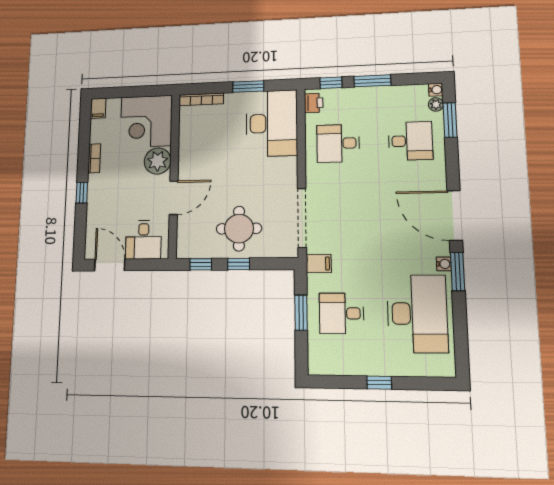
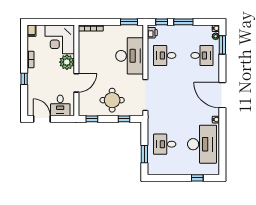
window: (248, 86) -> (129, 22), moved
desk: (272, 123) -> (130, 56), moved
window: (239, 264) -> (124, 119), moved
filing cabinet: (319, 264) -> (154, 119), removed
window: (458, 272) -> (222, 123), removed
window: (301, 313) -> (144, 154), moved
window: (379, 383) -> (197, 178), moved

